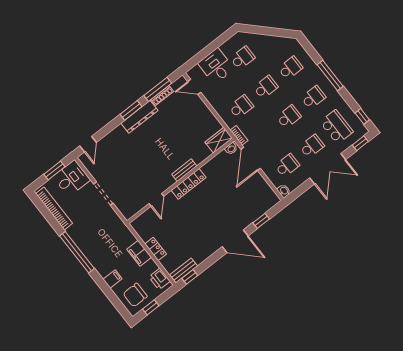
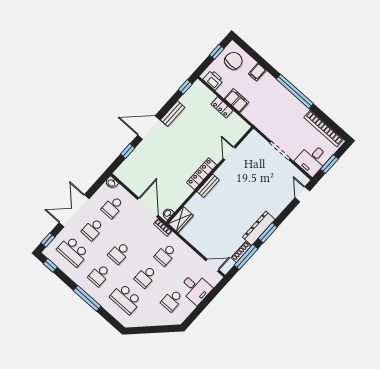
school desk: (290, 68) -> (126, 299), width x1.85
bench: (184, 270) -> (173, 114), moved

